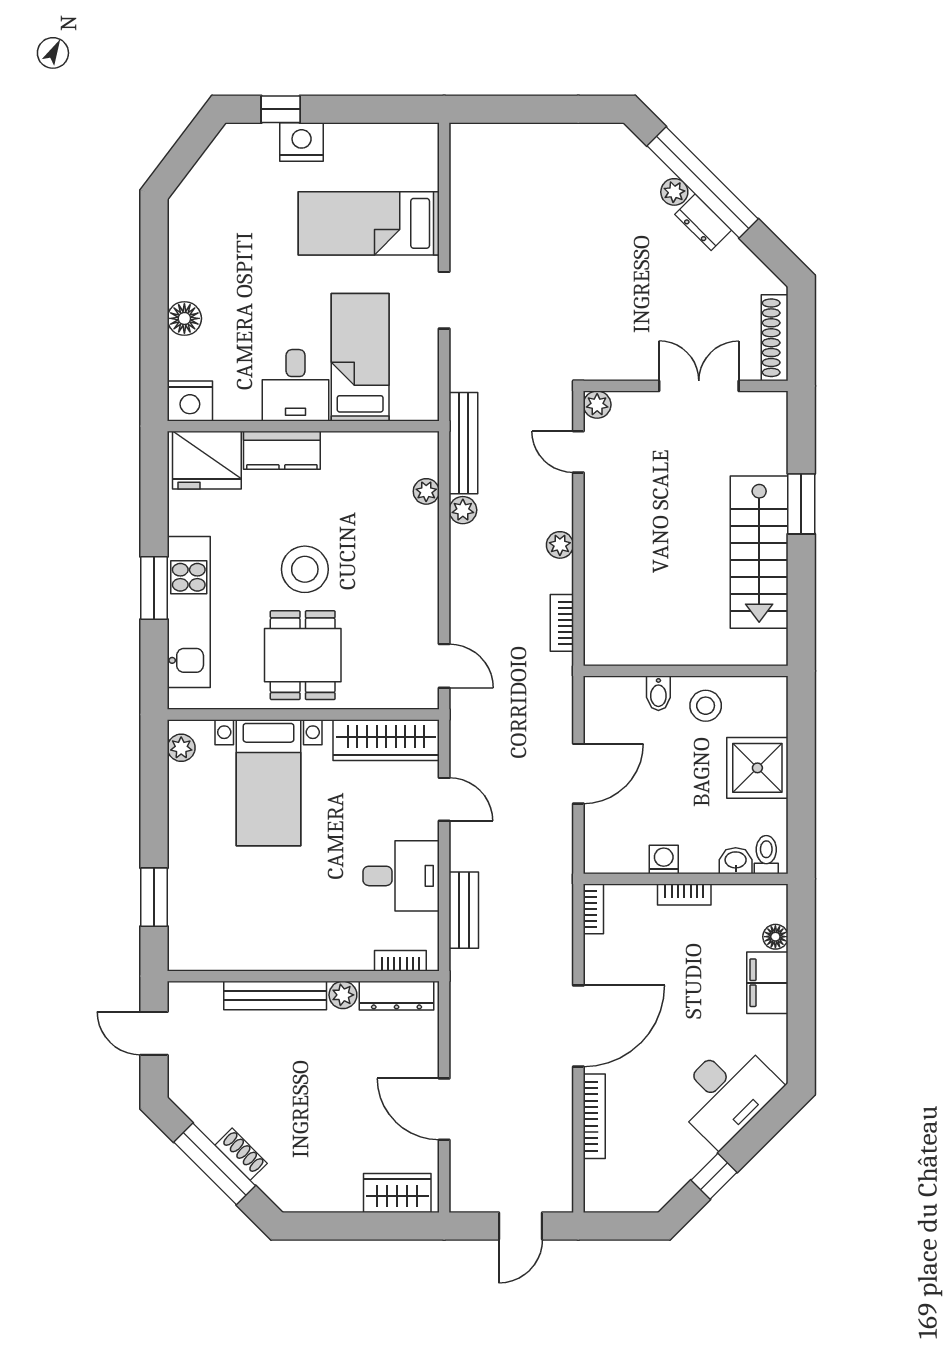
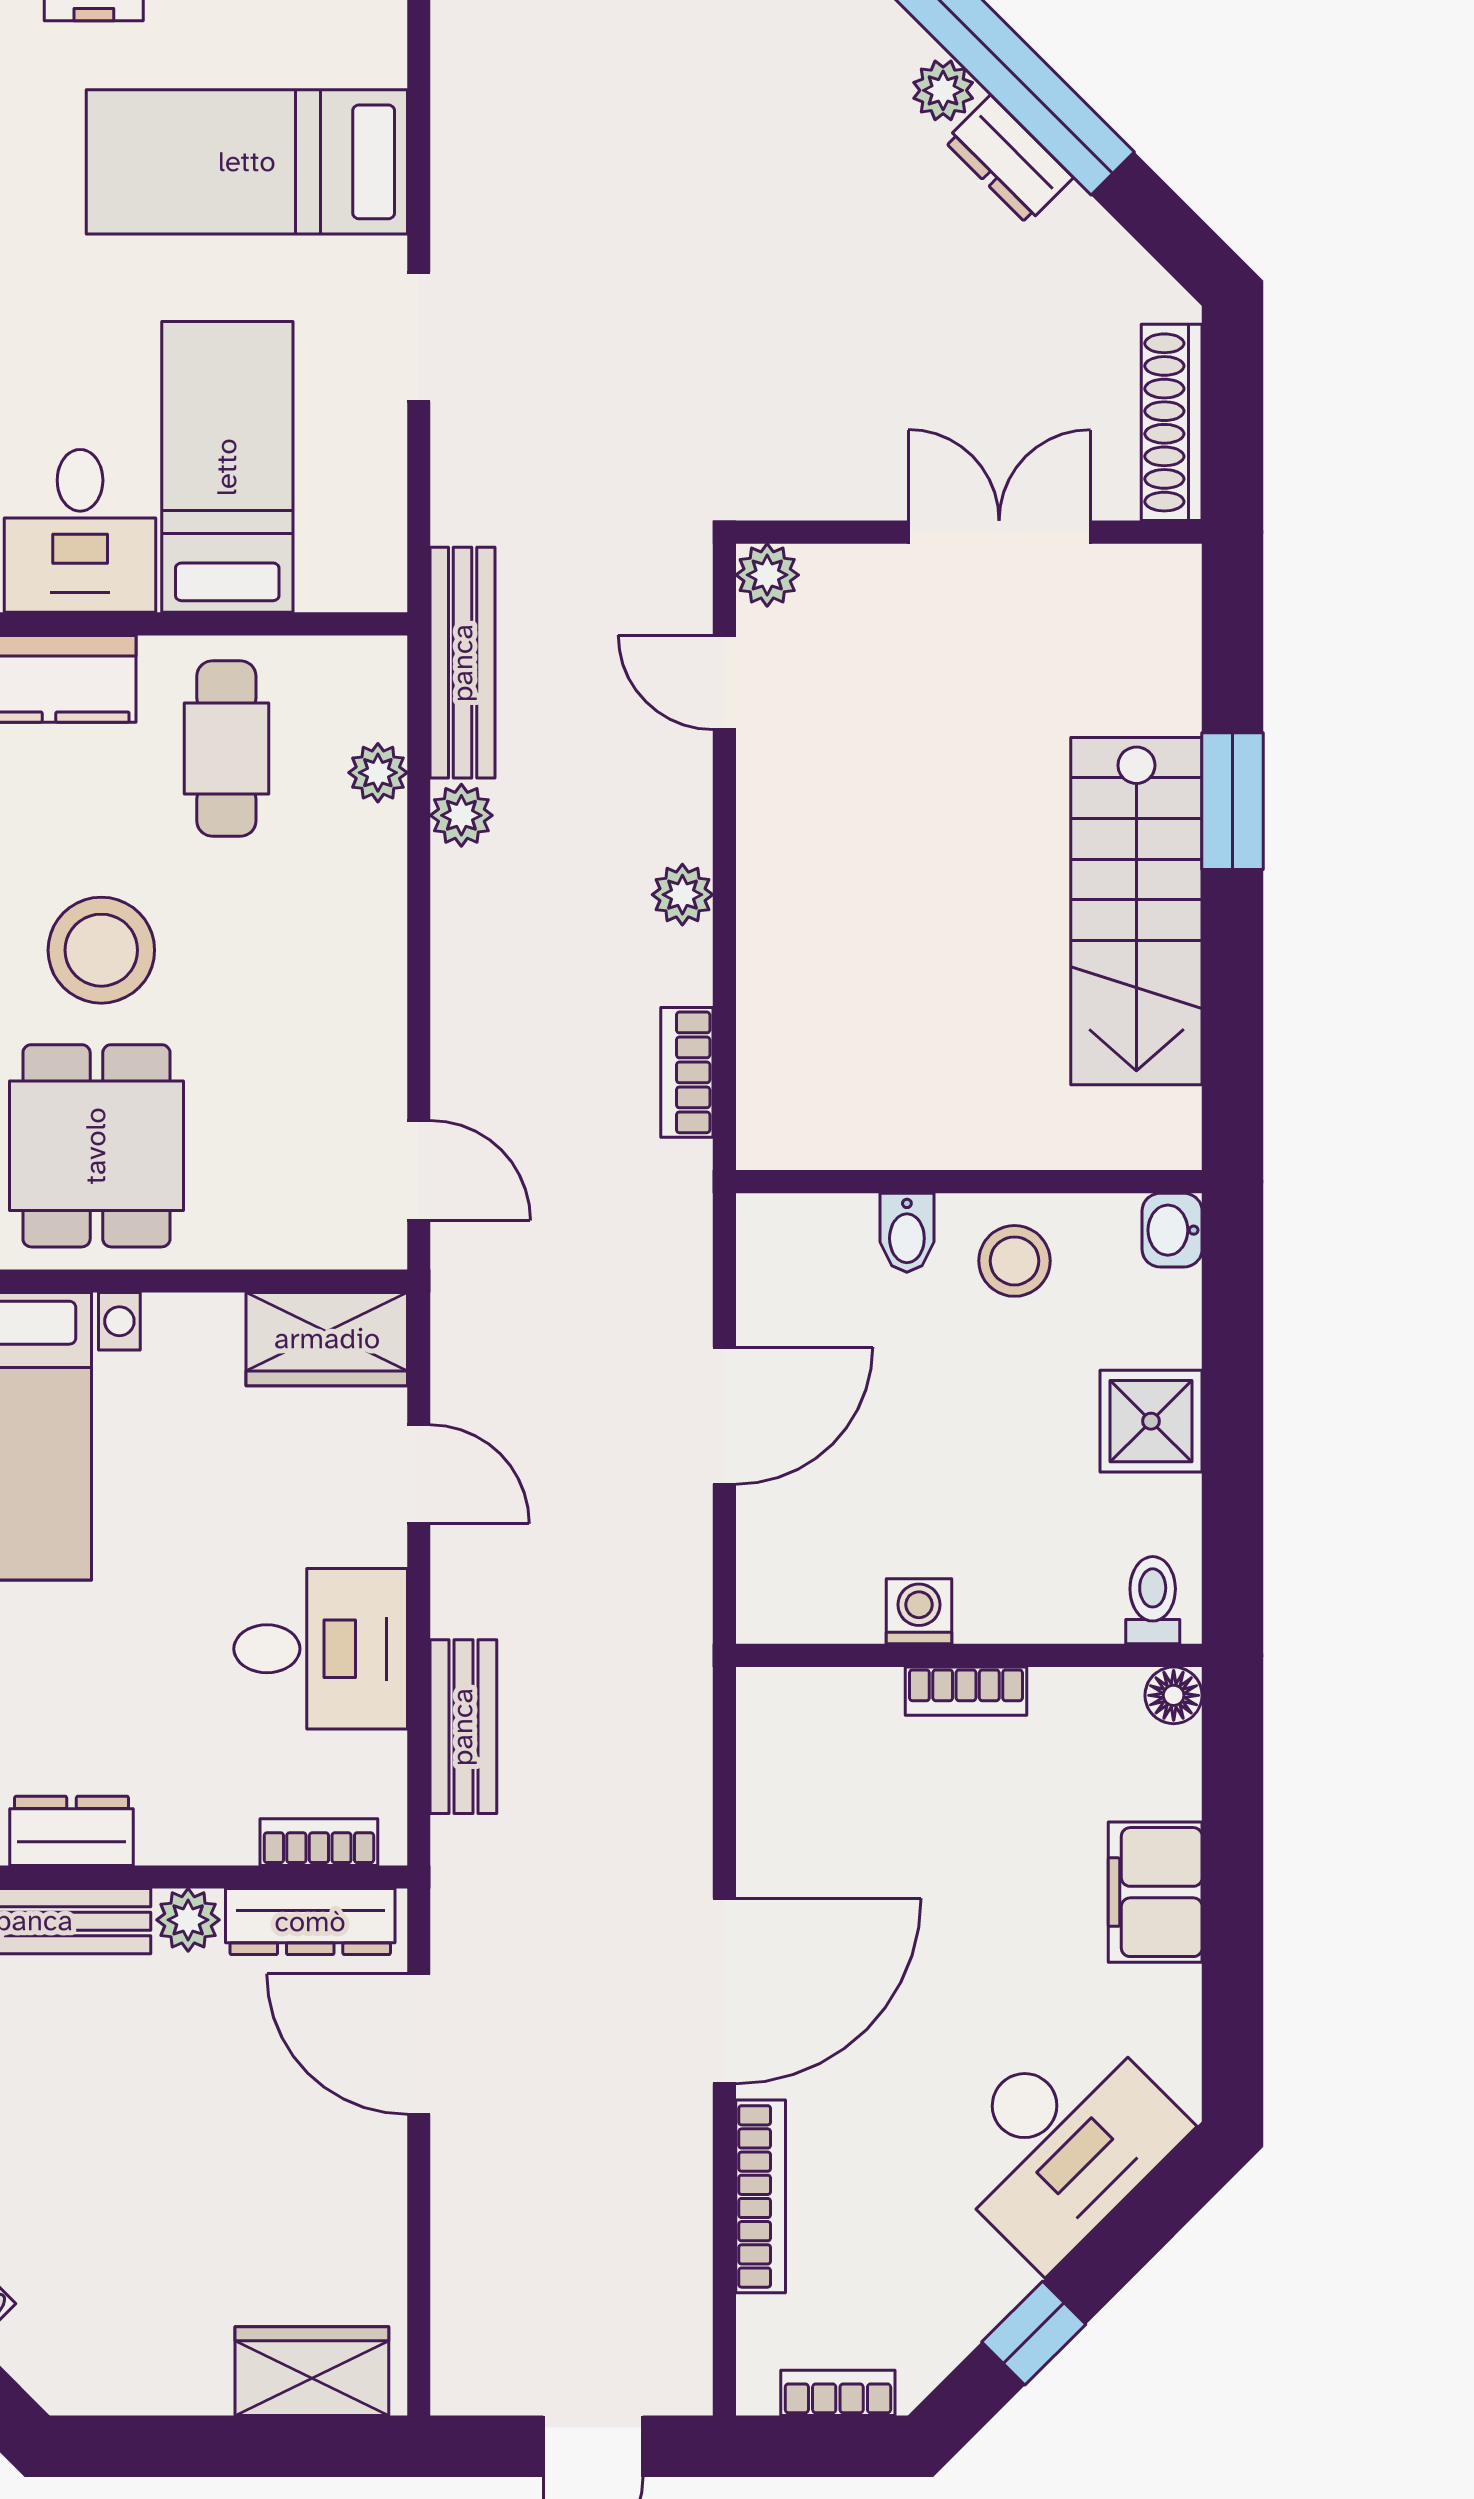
cafe table: (360, 481) -> (226, 749), added
wardrobe: (386, 740) -> (327, 1339), width x0.67
shower: (757, 768) -> (1151, 1421), width x0.73, depth x0.73
washbasin: (736, 861) -> (1172, 1230), moved, turned -90
bookcase: (593, 909) -> (838, 2393), moved, turned -90
floor lamp: (775, 937) -> (1174, 1695), moved
dresser: (292, 956) -> (72, 1831), added
door: (444, 1109) -> (419, 2044), moved

